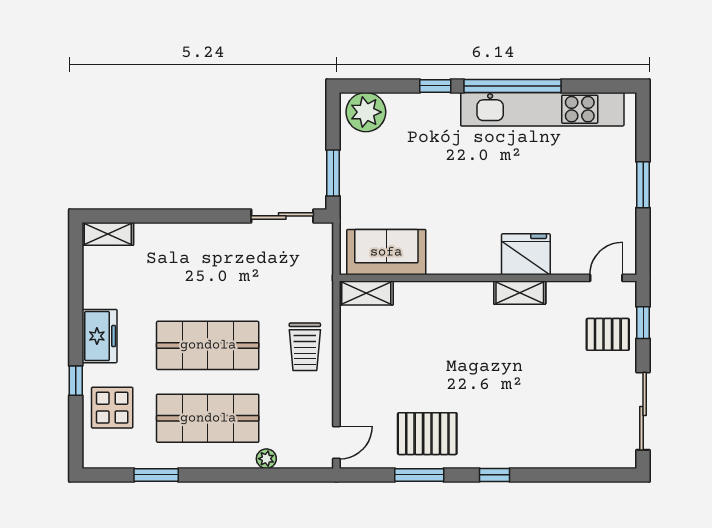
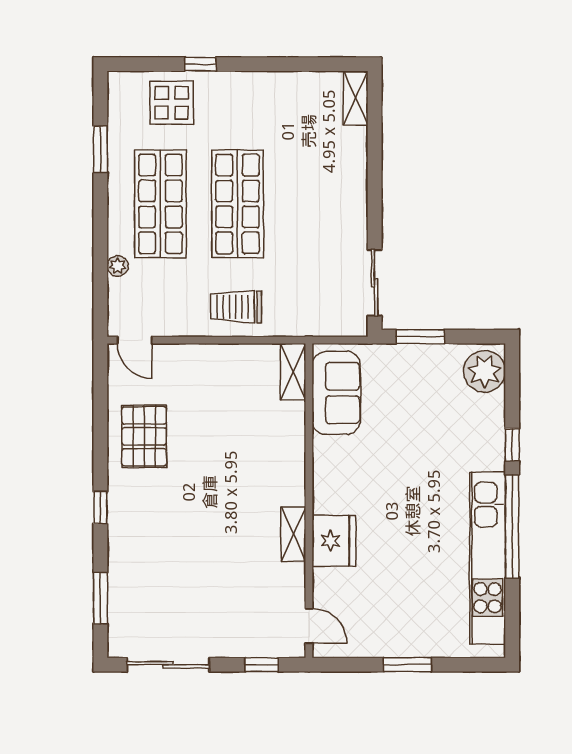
pallet: (608, 334) -> (249, 627), removed
freezer: (99, 336) -> (247, 89), removed
window: (419, 475) -> (100, 598), moved

